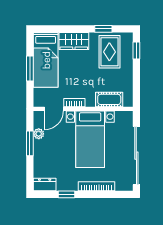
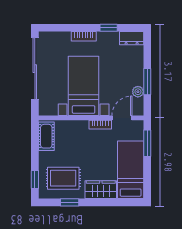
rug: (109, 52) -> (63, 178), turned 90
window: (30, 69) -> (147, 143), moved
cot: (109, 99) -> (46, 136), moved, turned 90
bookcase: (97, 186) -> (84, 36), width x0.64

